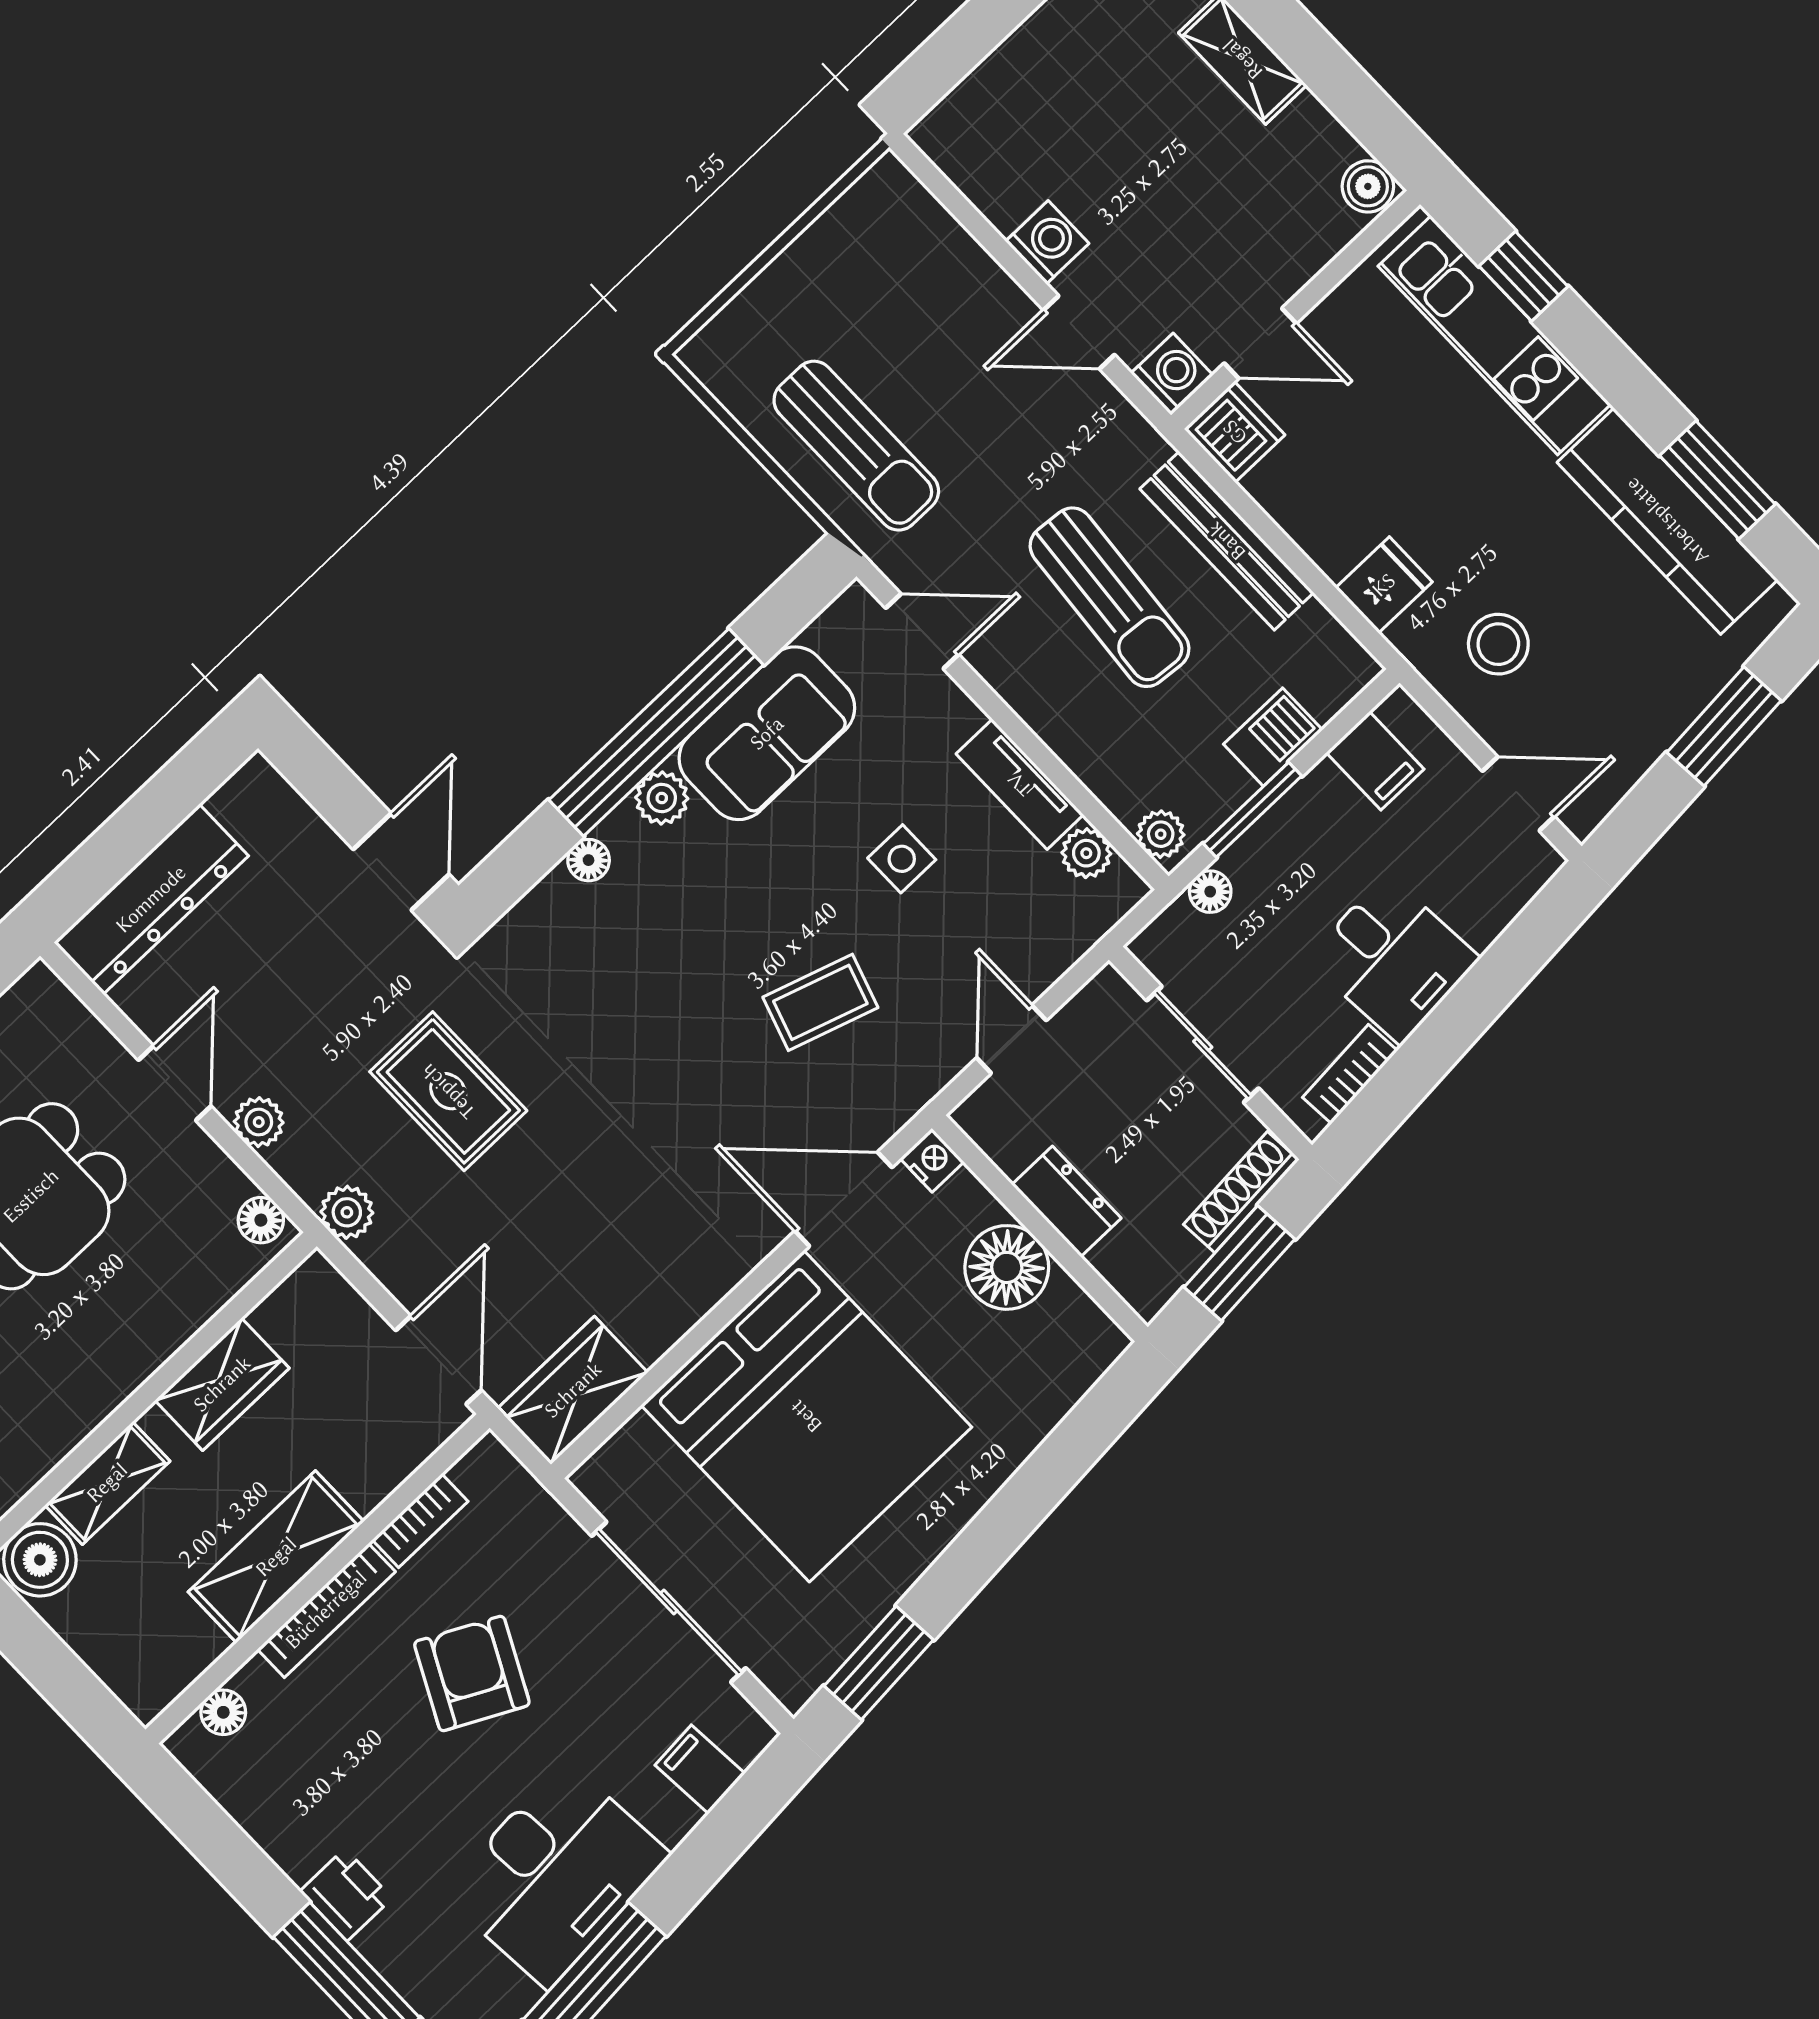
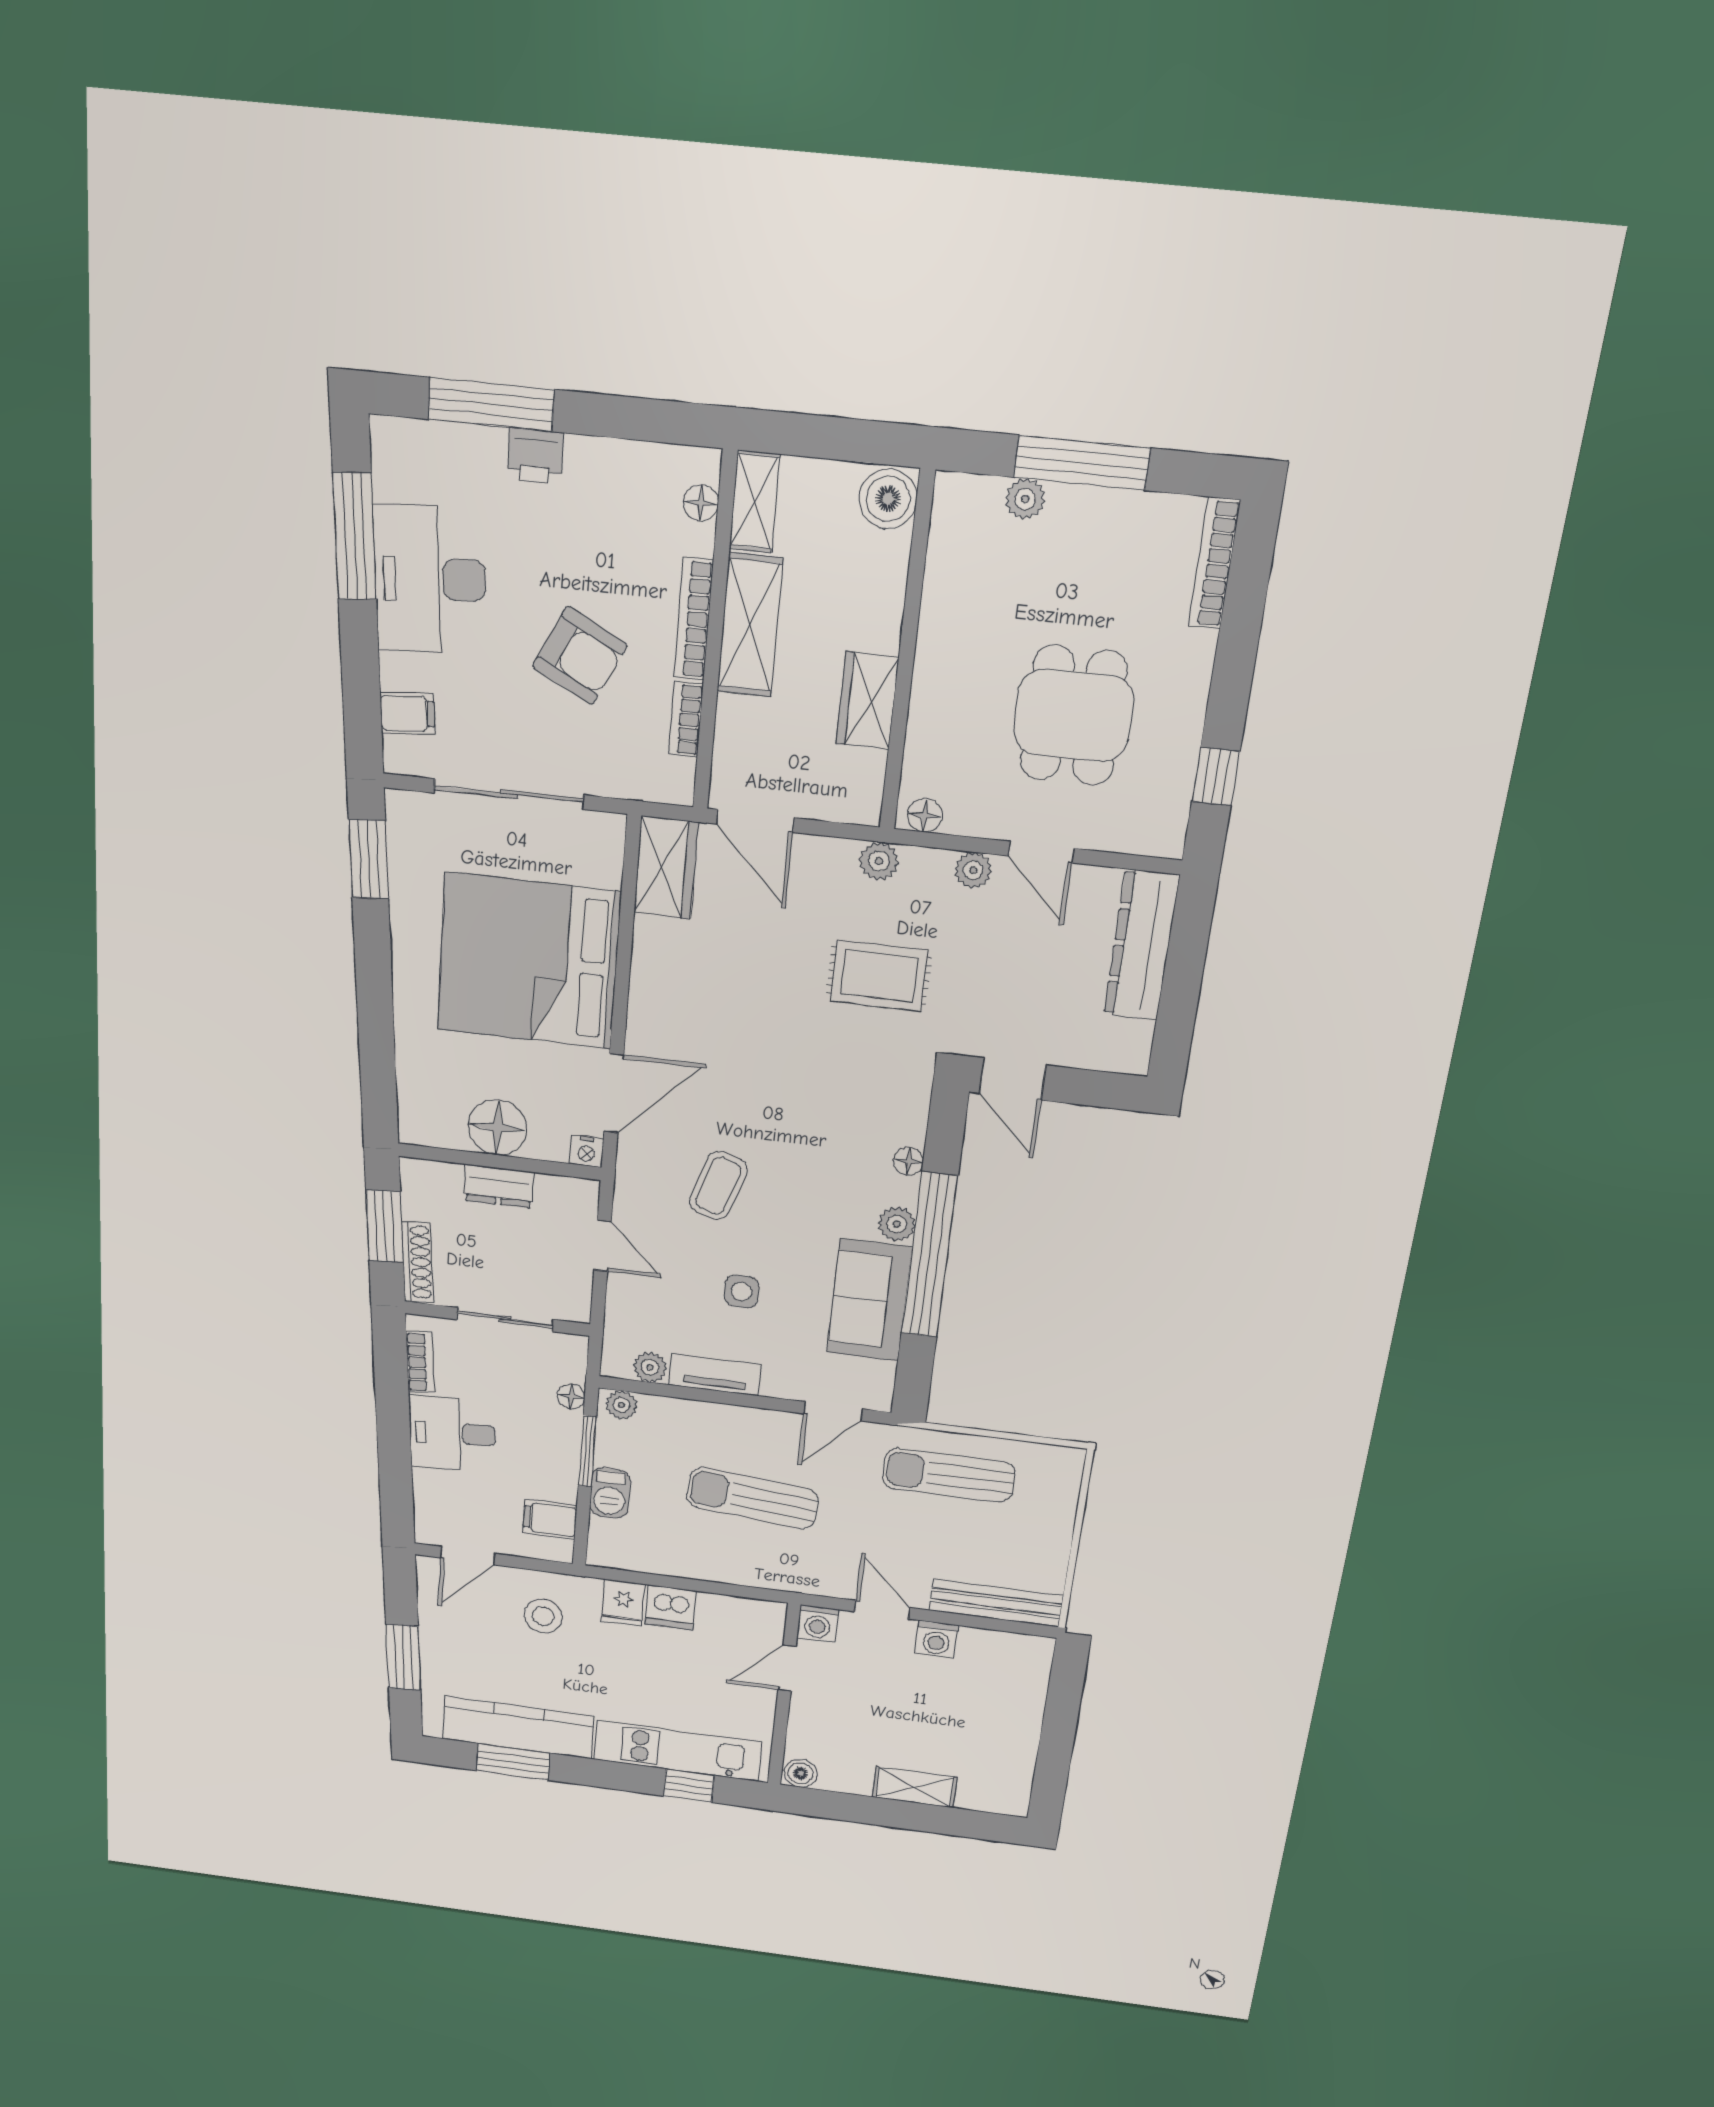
door: (1079, 332) -> (882, 1610), hinge flipped
dishwasher: (1235, 432) -> (671, 1607), moved
bench: (1227, 541) -> (996, 1603), moved
shelving: (107, 1483) -> (755, 502), moved

